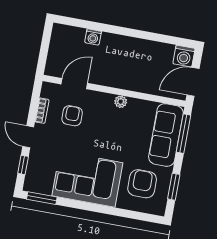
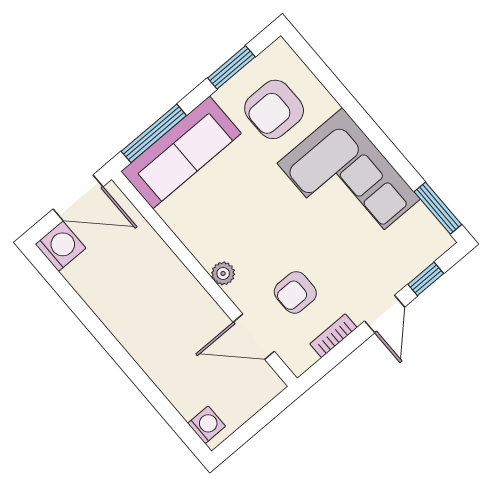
washing machine: (93, 37) -> (207, 425), moved
plant: (121, 102) -> (223, 273), moved

